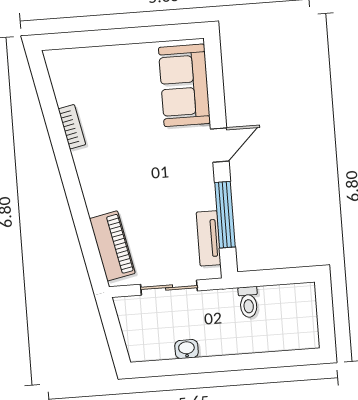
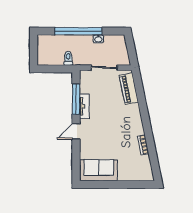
sofa: (184, 85) -> (99, 170), moved, turned -90
tv unit: (209, 238) -> (84, 106), moved
window: (231, 363) -> (78, 31), added

